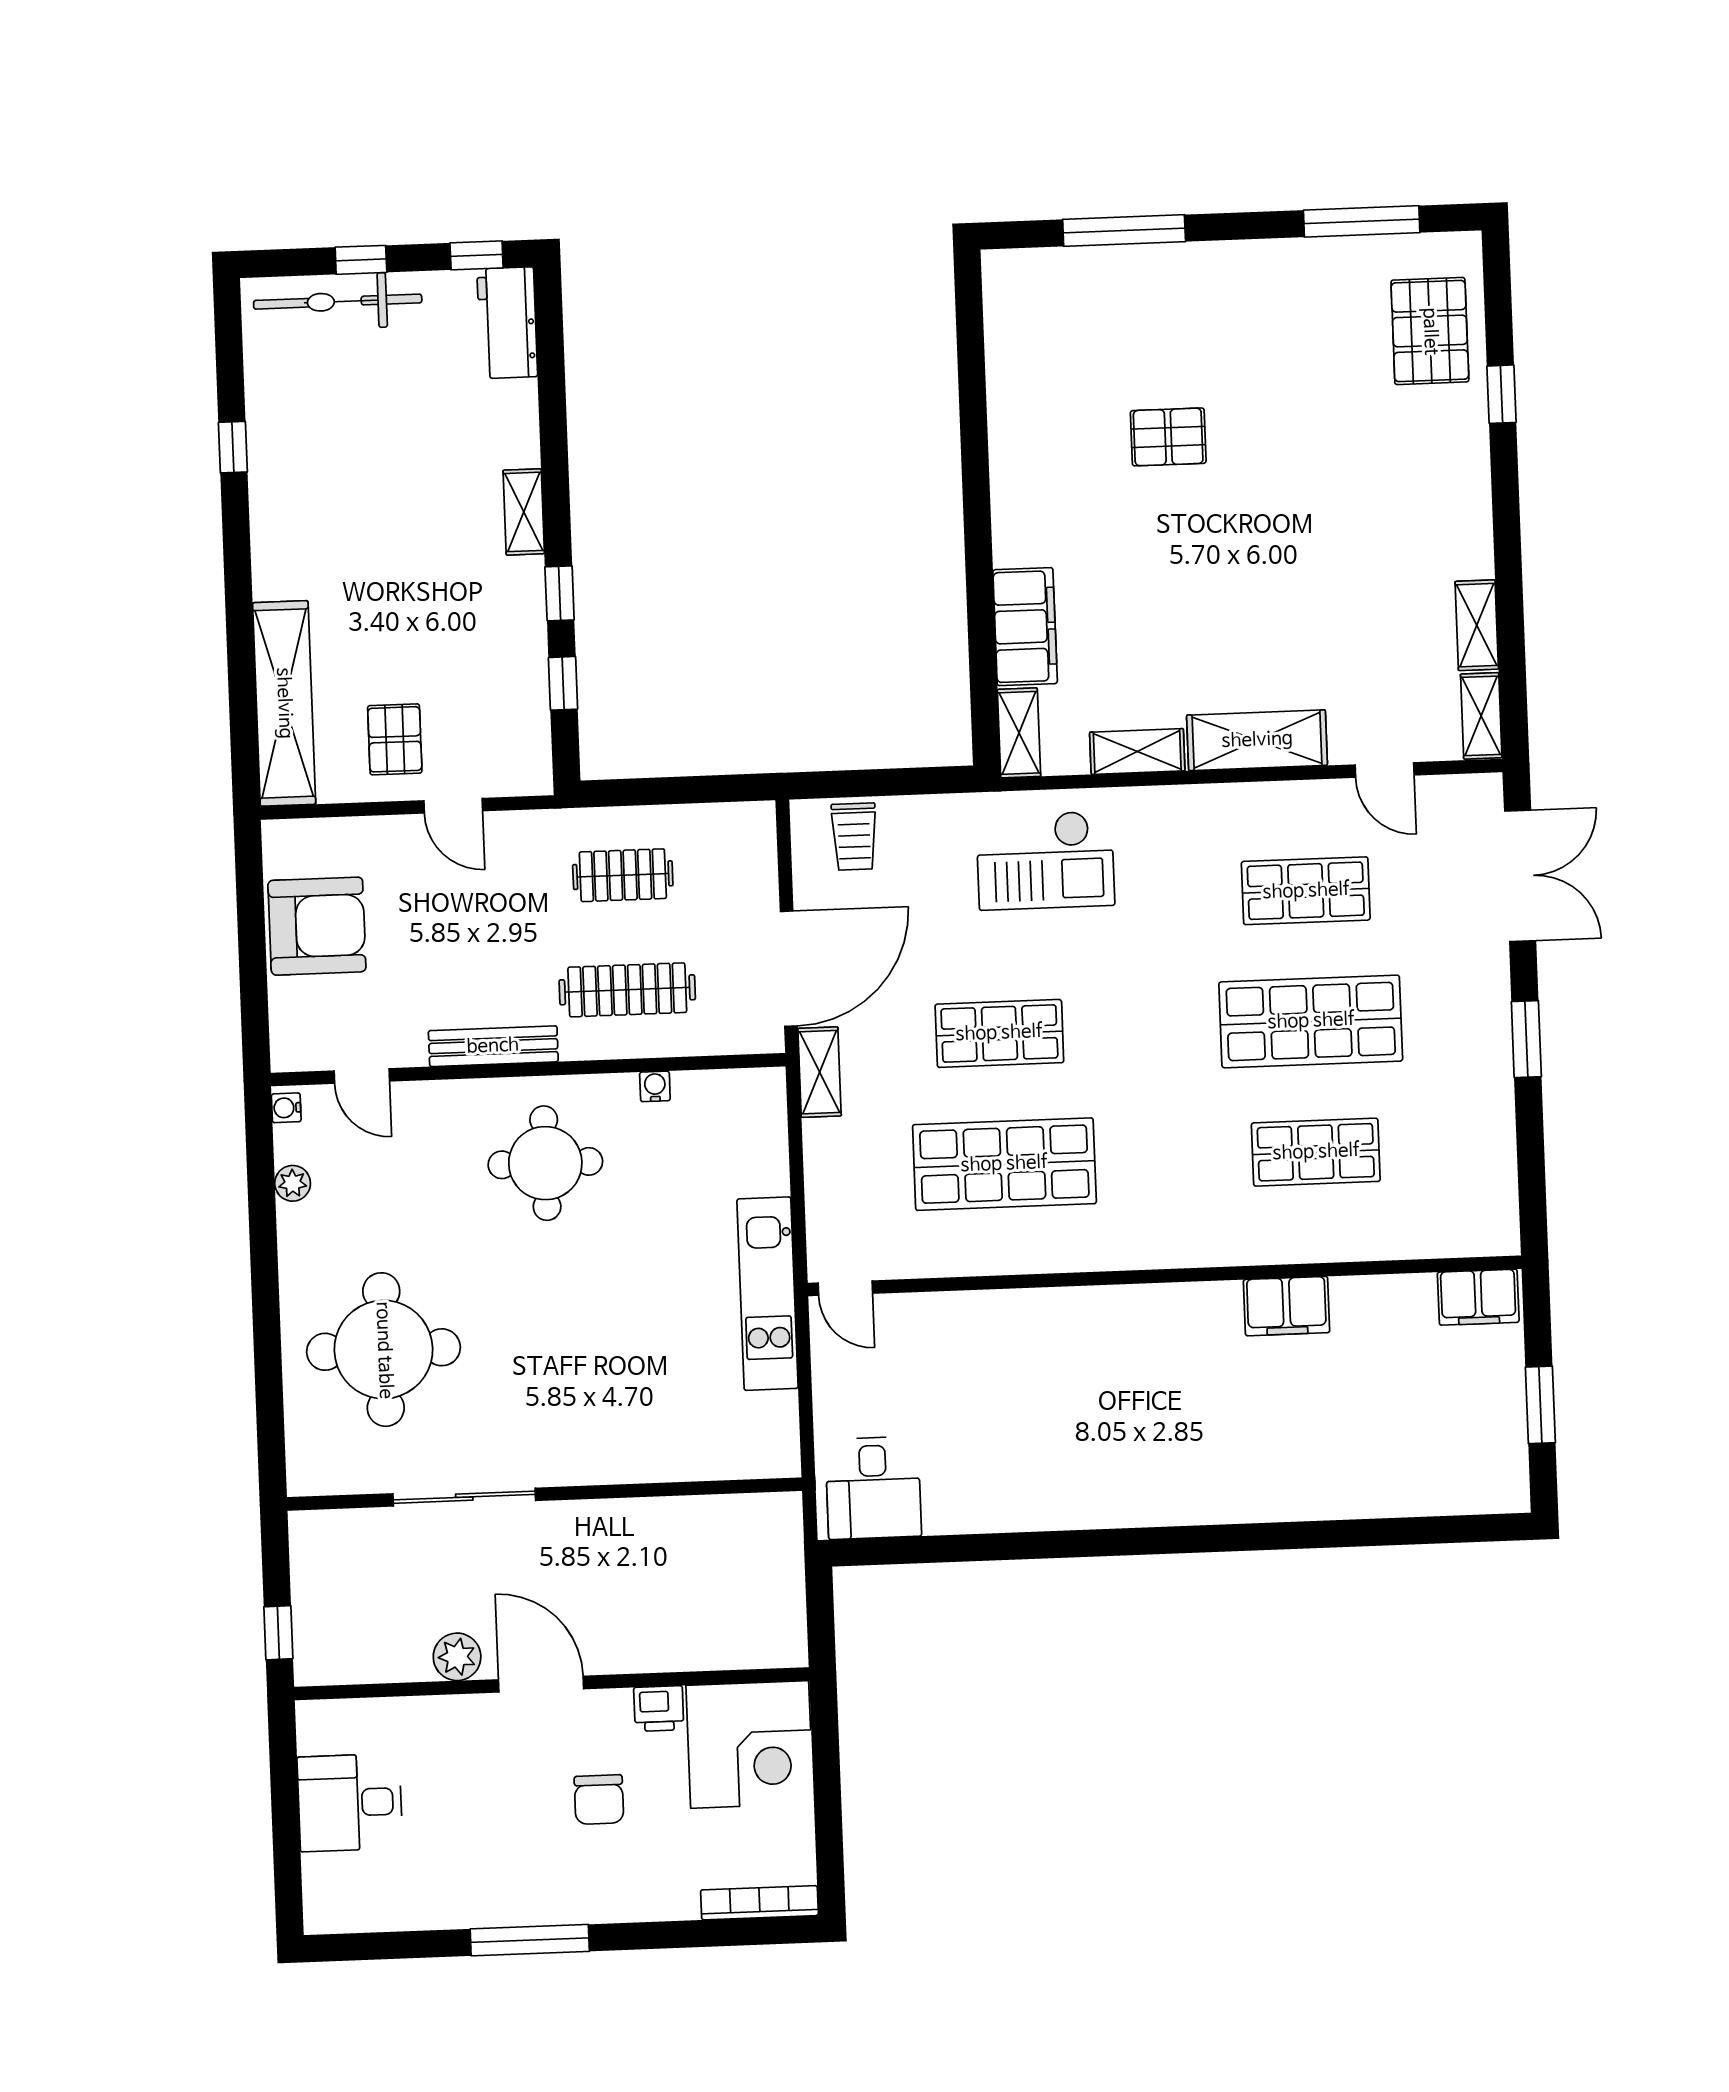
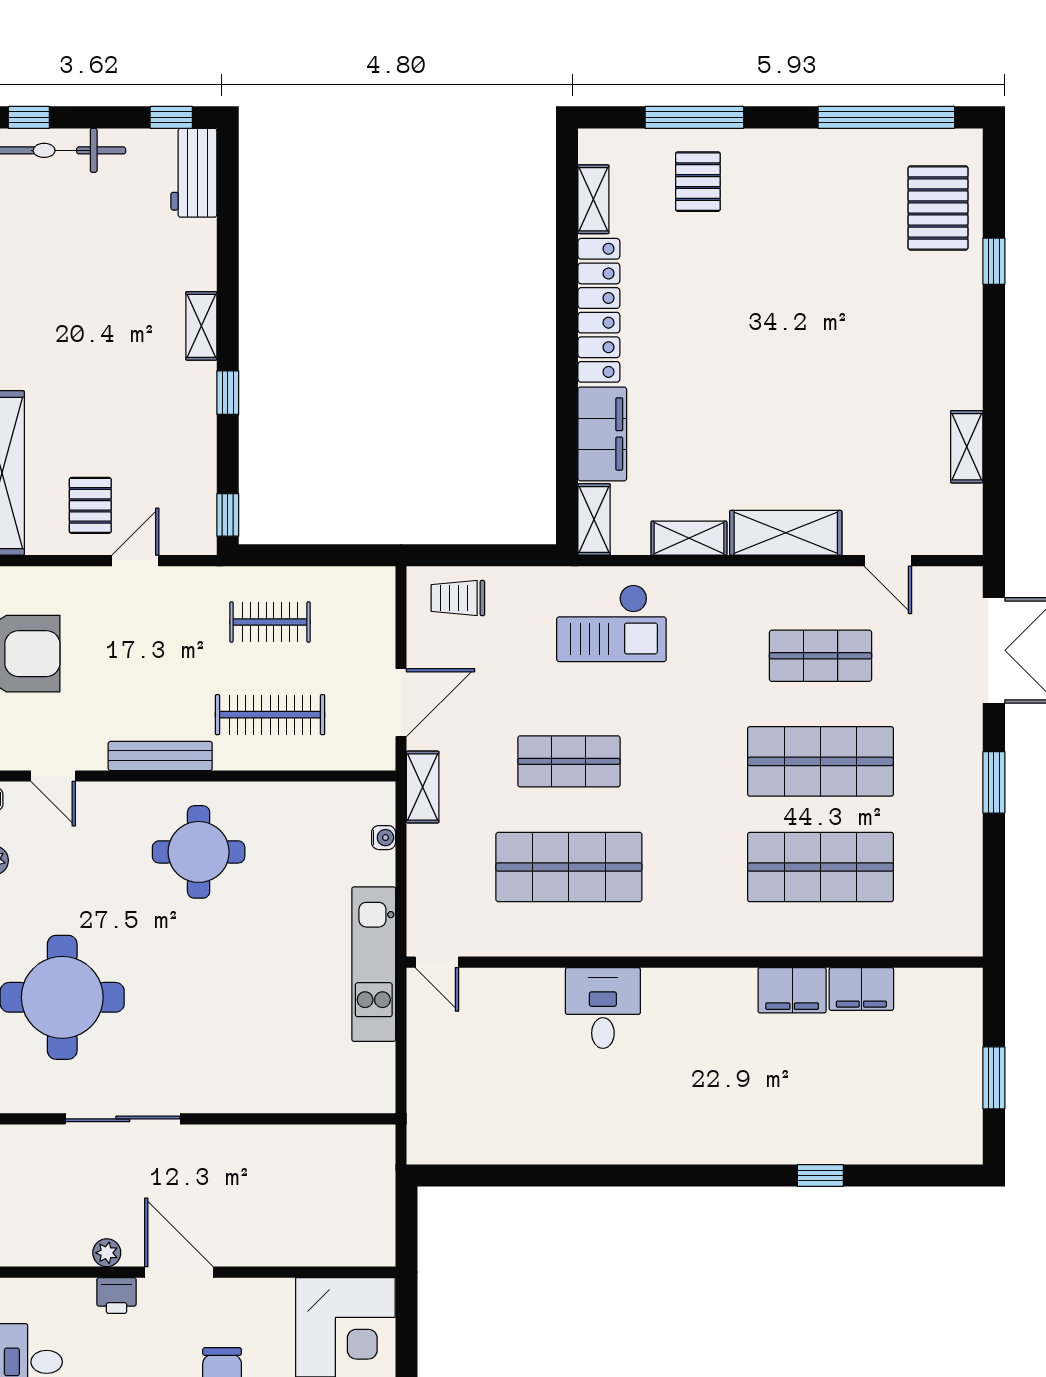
window: (1362, 221) -> (886, 117), width x1.46
window: (361, 260) -> (29, 117), moved
pallet: (1168, 437) -> (698, 182), moved, turned 90
locker: (1015, 474) -> (599, 310), added
window: (563, 683) -> (228, 515), moved
shelving: (1481, 716) -> (593, 199), moved
door: (453, 806) -> (135, 561), swing flipped
trolley: (854, 837) -> (458, 598), turned 90
door: (789, 969) -> (401, 703), width x0.73
water cooler: (655, 1086) -> (384, 838), moved, turned 90
shop shelf: (1316, 1152) -> (820, 867), width x1.43, depth x1.36
filing cabinet: (1478, 1297) -> (861, 989), moved
desk: (873, 1488) -> (603, 1008), moved, turned 180
window: (1330, 1534) -> (820, 1175), added
plant: (457, 1657) -> (107, 1253), width x0.73, depth x0.73
printer: (659, 1709) -> (116, 1296), moved

